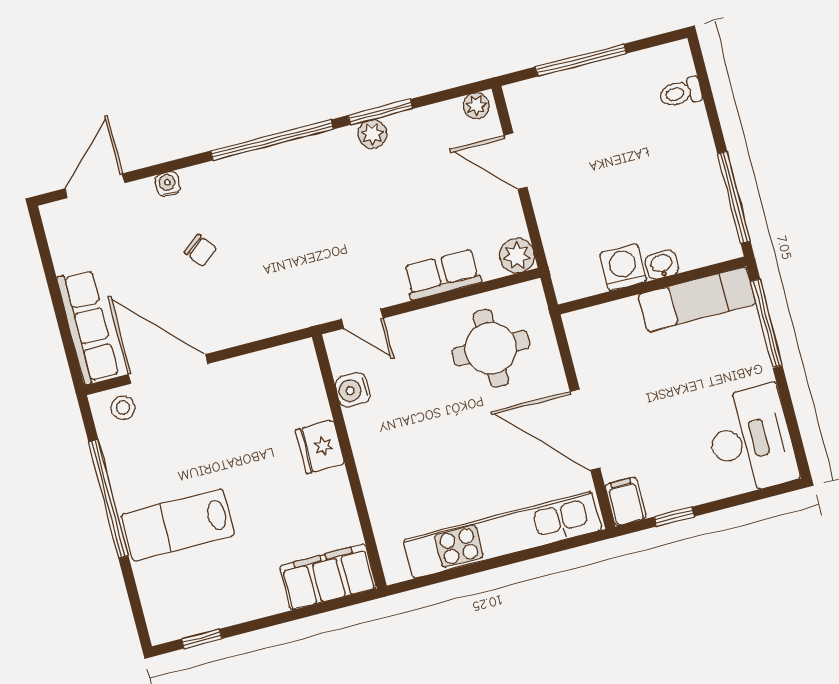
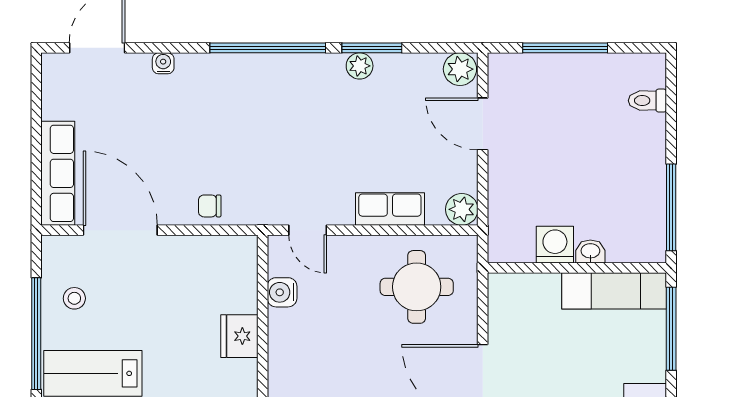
plant: (476, 106) -> (460, 69), width x1.38, depth x1.38
chair: (201, 250) -> (210, 206), moved, turned 128
stool: (123, 408) -> (74, 298), moved

